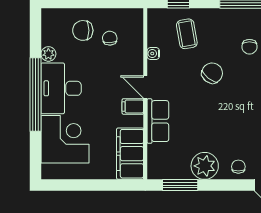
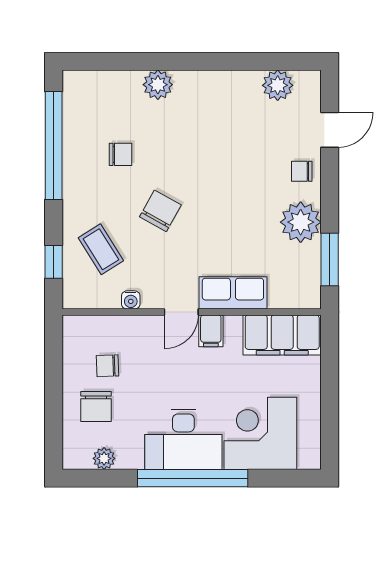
coffee table: (187, 34) -> (101, 249), turned 68
plant: (48, 54) -> (104, 458), moved
chair: (212, 73) -> (160, 211), turned 81

